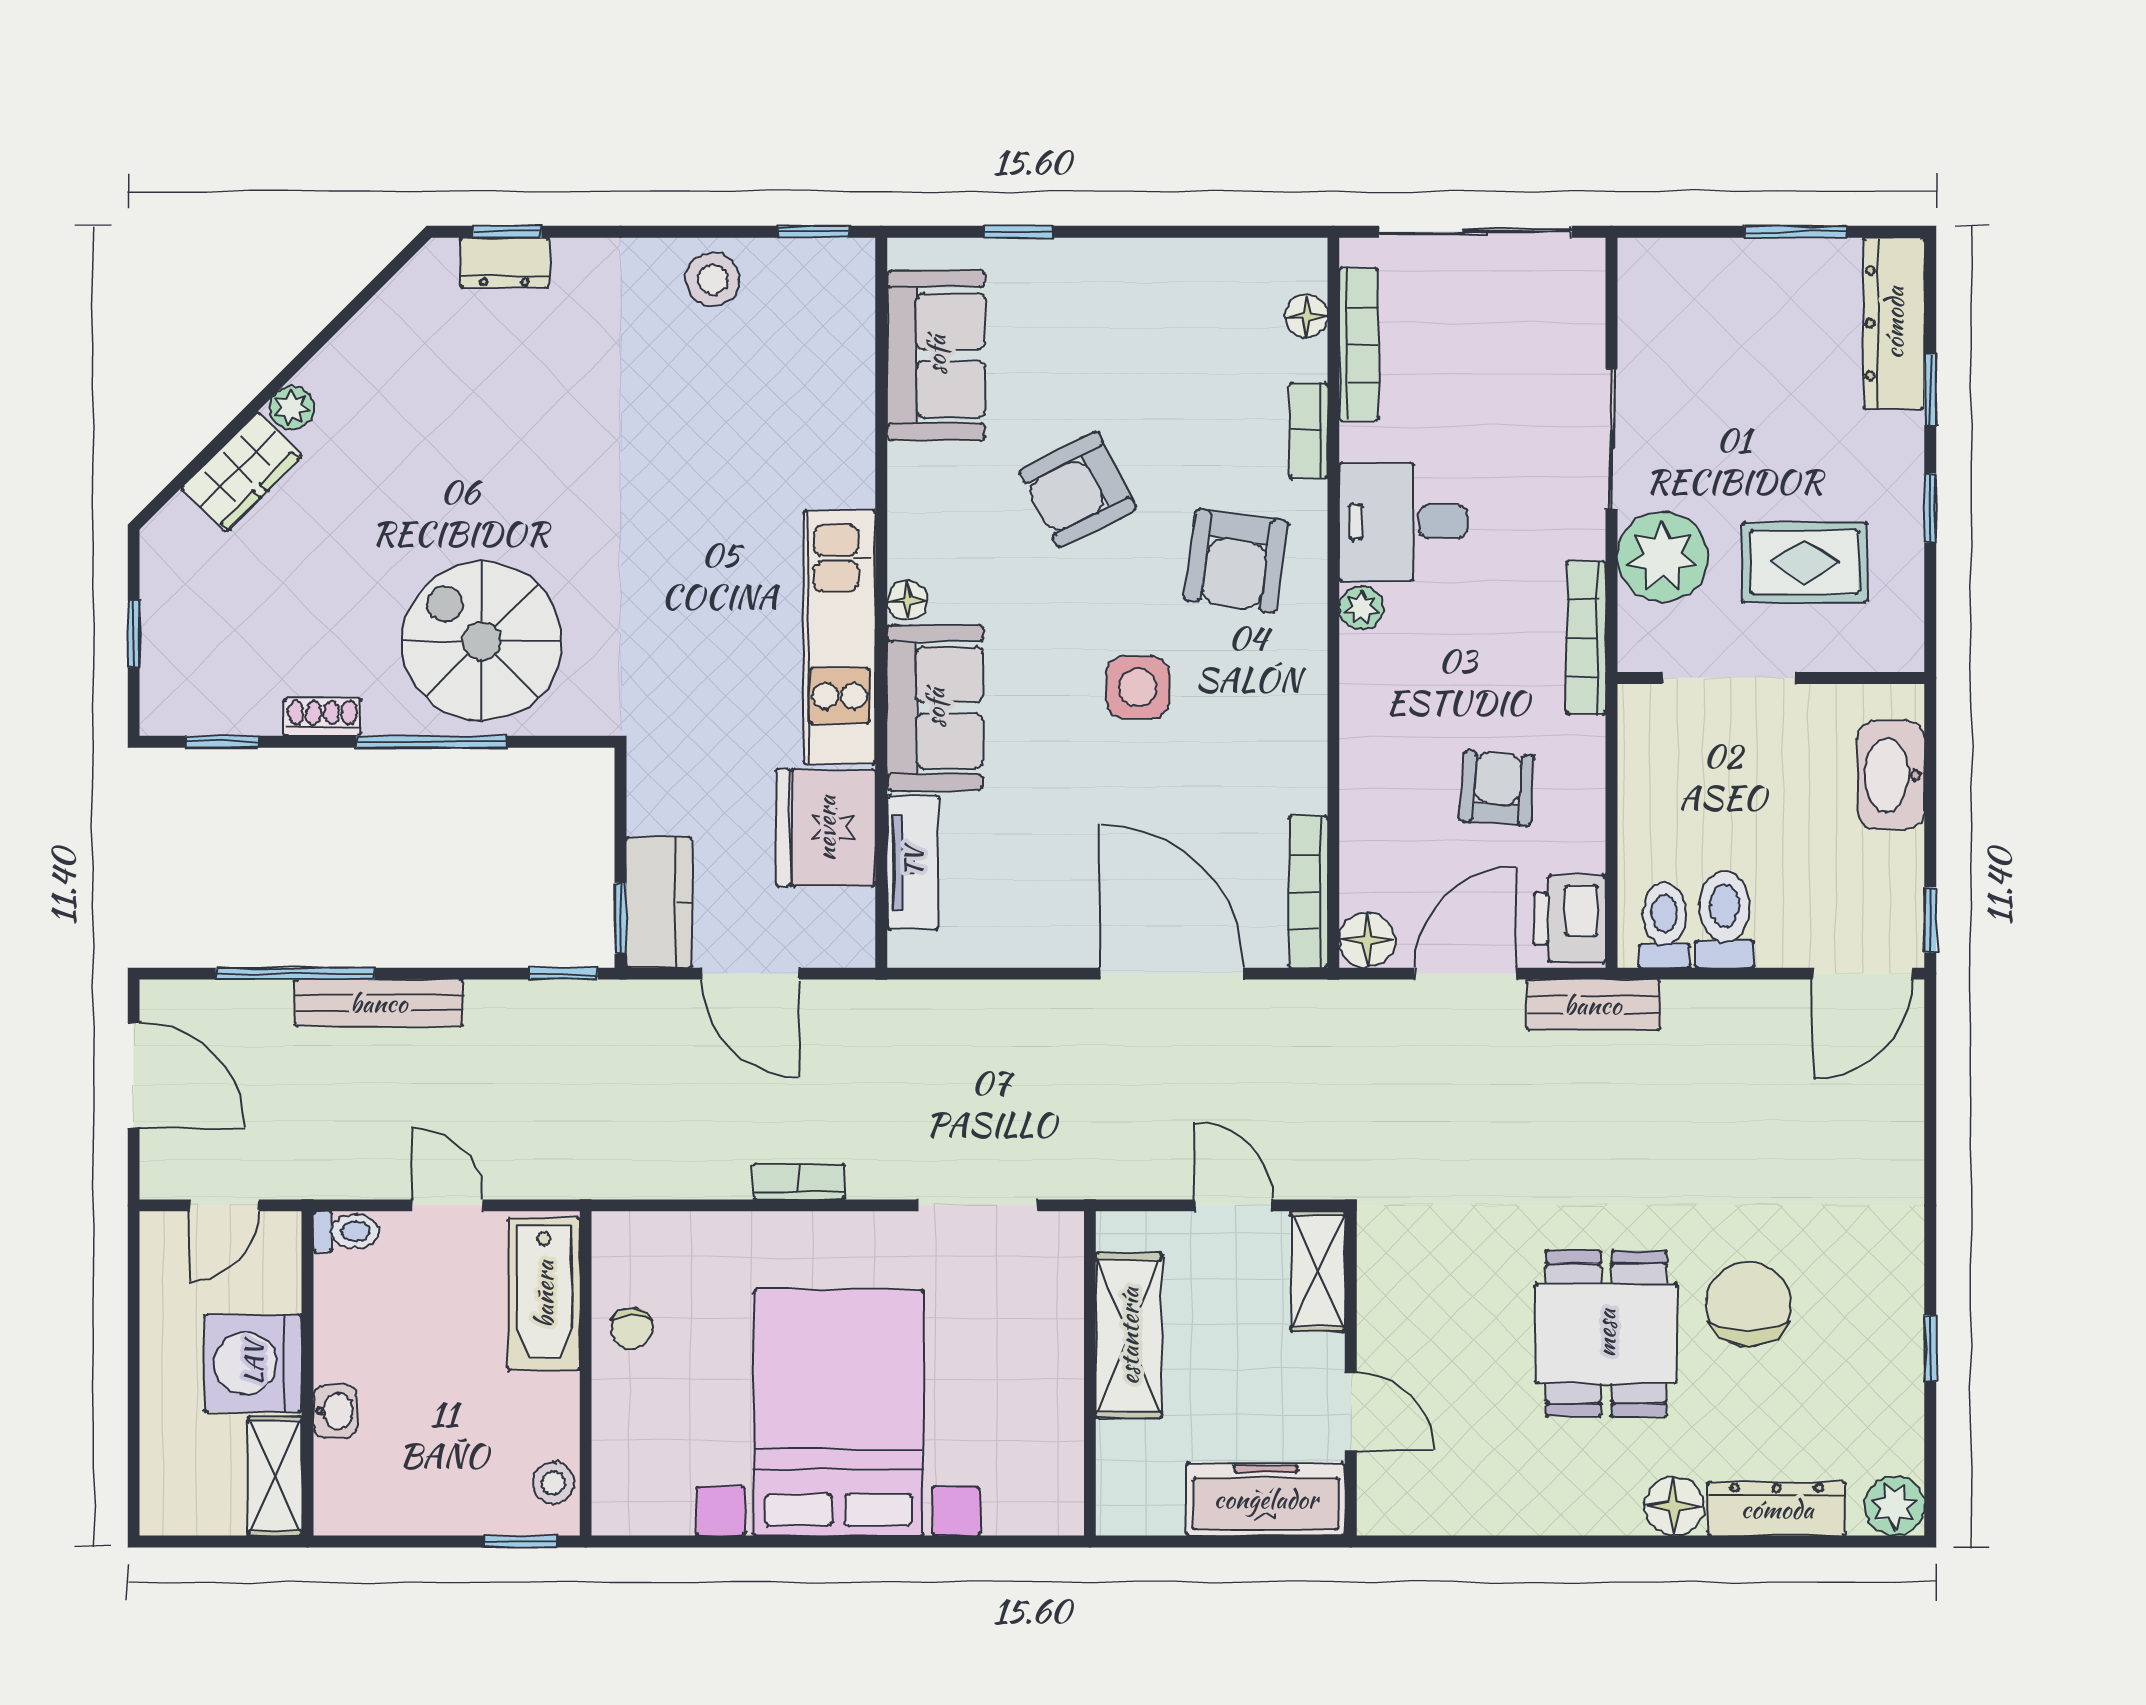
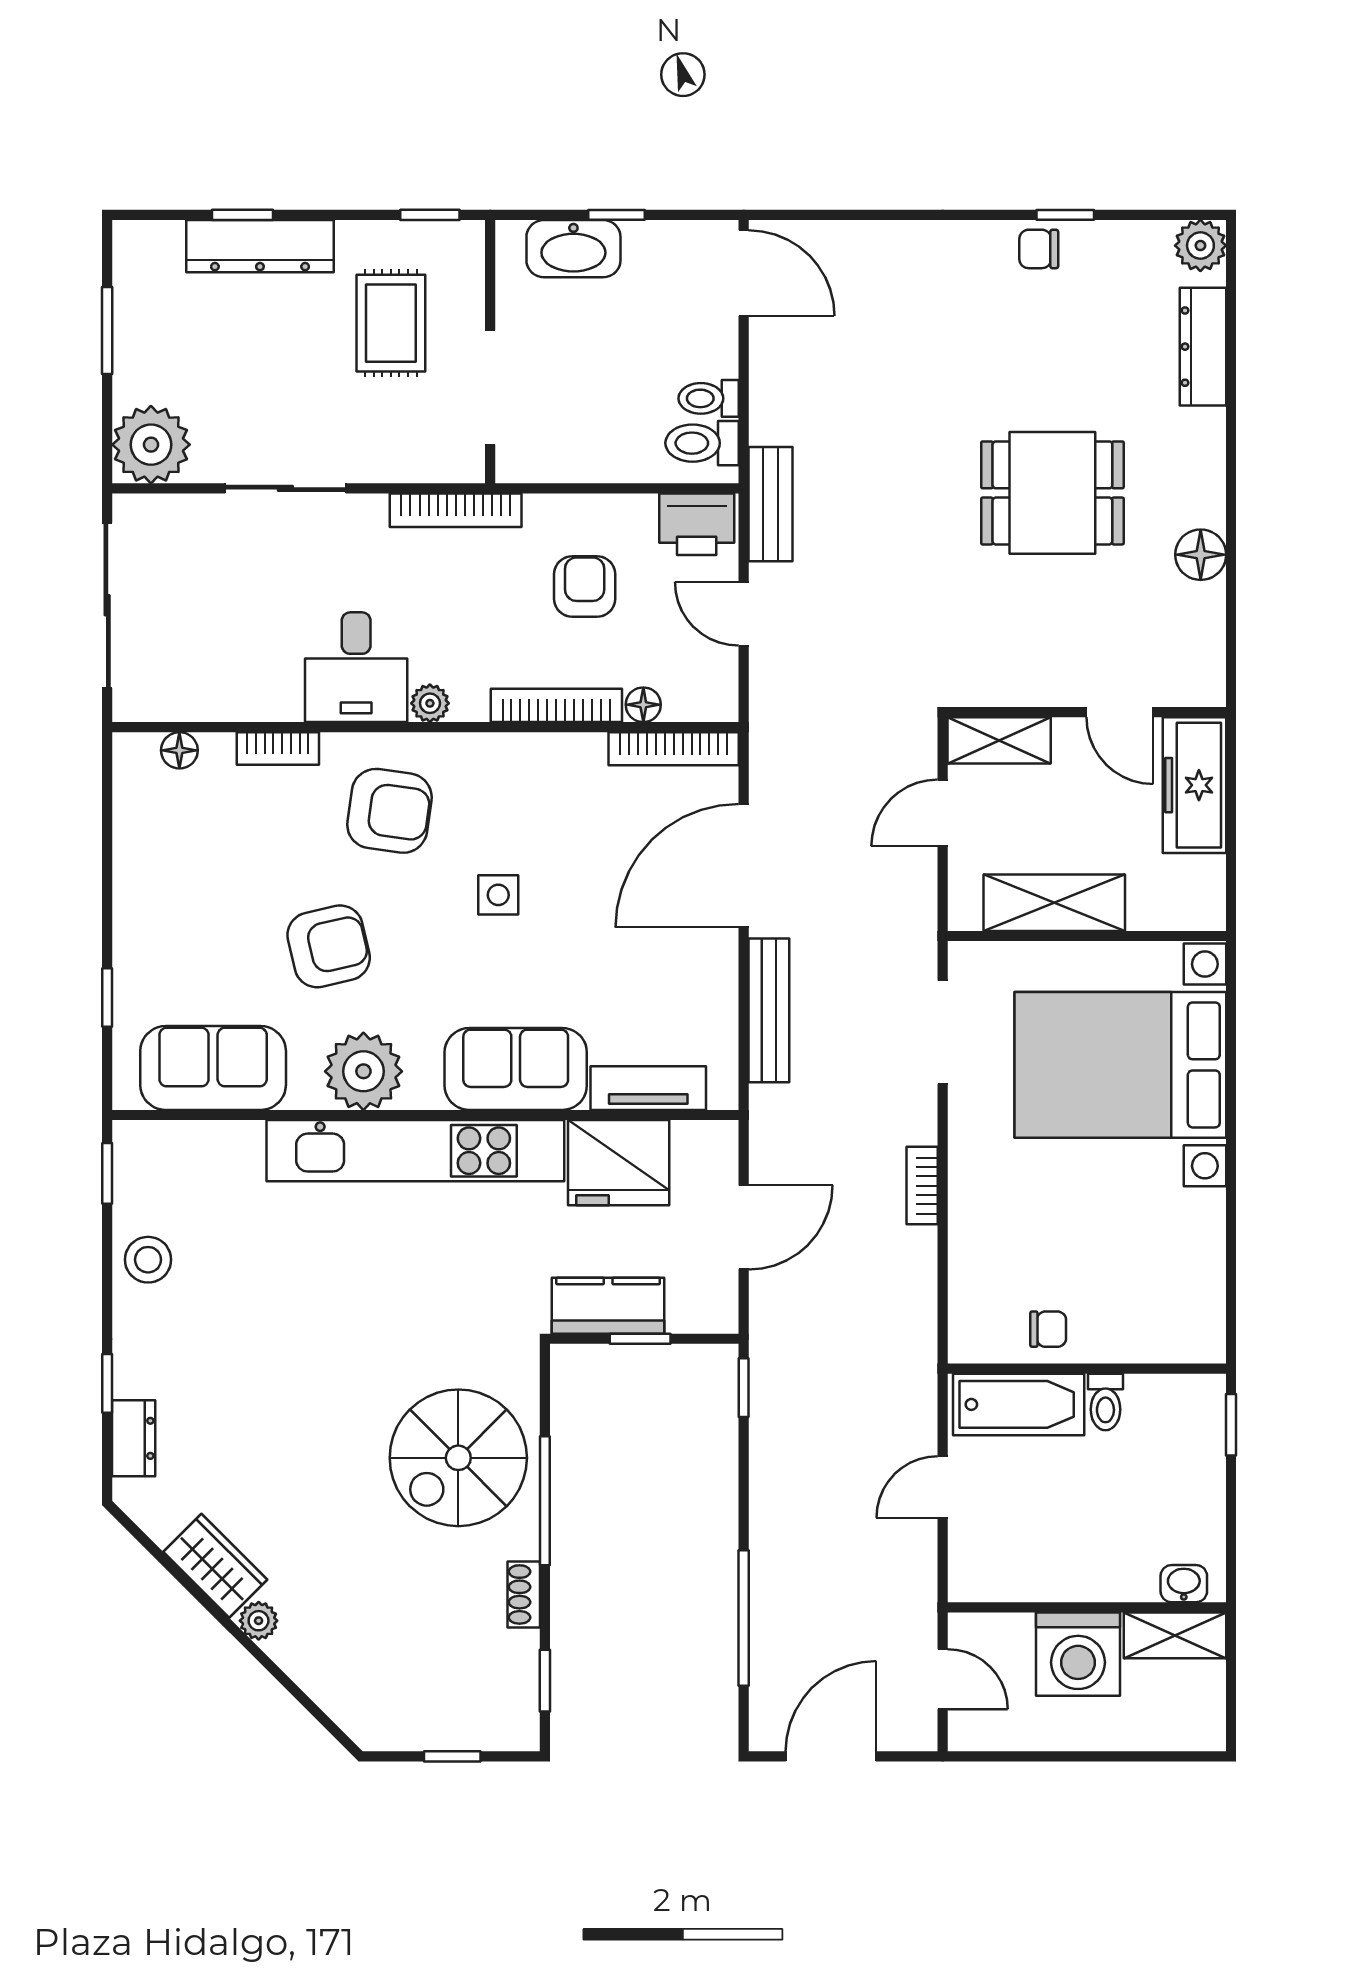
window: (507, 232) -> (107, 1383), moved
dresser: (1894, 323) -> (260, 246), moved
bookcase: (1359, 344) -> (556, 705), moved
wardrobe: (241, 472) -> (215, 1566), moved
armchair: (1078, 490) -> (329, 946), turned -76
window: (1930, 508) -> (430, 215), moved
plant: (932, 530) -> (363, 1071), added
plant: (1663, 557) -> (151, 445), moved
floor lamp: (907, 600) -> (423, 1093), removed
kitchen unit: (840, 637) -> (415, 1151), width x1.36
side table: (1138, 688) -> (498, 895), width x0.73, depth x0.73
armchair: (1497, 788) -> (585, 587), turned 86
kitchen counter: (659, 902) -> (608, 1306), moved
window: (620, 918) -> (640, 1339), moved
toilet: (1724, 919) -> (709, 398), width x0.73, depth x0.72
window: (1930, 920) -> (616, 215), moved
floor lamp: (1367, 940) -> (643, 705), moved, width x0.73, depth x0.73
door: (1465, 974) -> (744, 614), width x0.73
bench: (379, 1003) -> (769, 1010), moved
toilet: (346, 1231) -> (1105, 1402), moved, turned 180
chair: (1749, 1304) -> (1039, 249), moved, width x0.54, depth x0.54
washbasin: (335, 1411) -> (1184, 1584), moved
door: (1351, 1412) -> (1120, 712), swing flipped
bed with nightstands: (838, 1413) -> (1120, 1065), moved
stool: (553, 1483) -> (1181, 1396), removed
floor lamp: (1674, 1506) -> (1201, 555), moved

